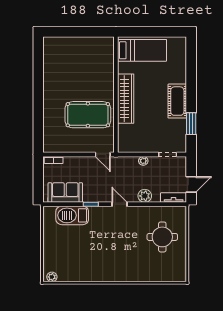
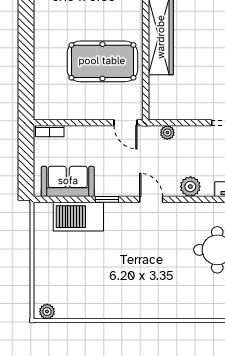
plant: (143, 161) -> (167, 133), moved

